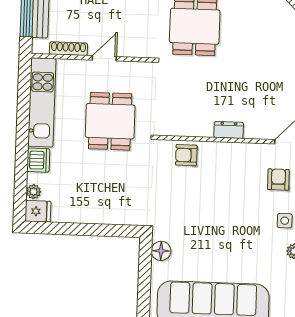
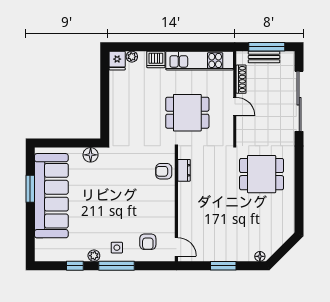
dresser: (229, 130) -> (184, 170), moved
armchair: (186, 155) -> (164, 171), turned -90
armchair: (278, 180) -> (148, 242), turned 90

